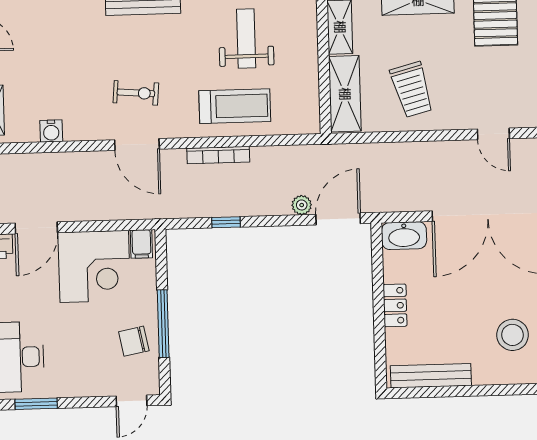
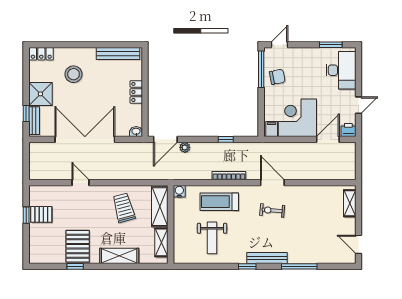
water cooler: (51, 131) -> (179, 191), moved
washbasin: (404, 236) -> (136, 132), width x0.52, depth x0.69
window: (163, 324) -> (261, 69), moved

